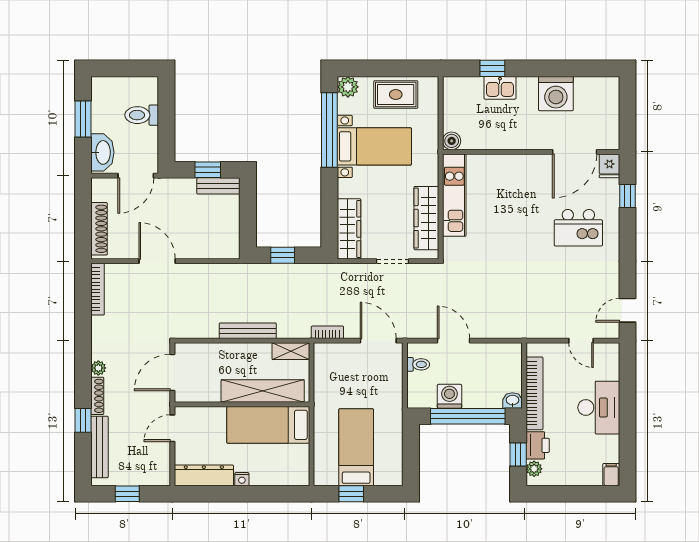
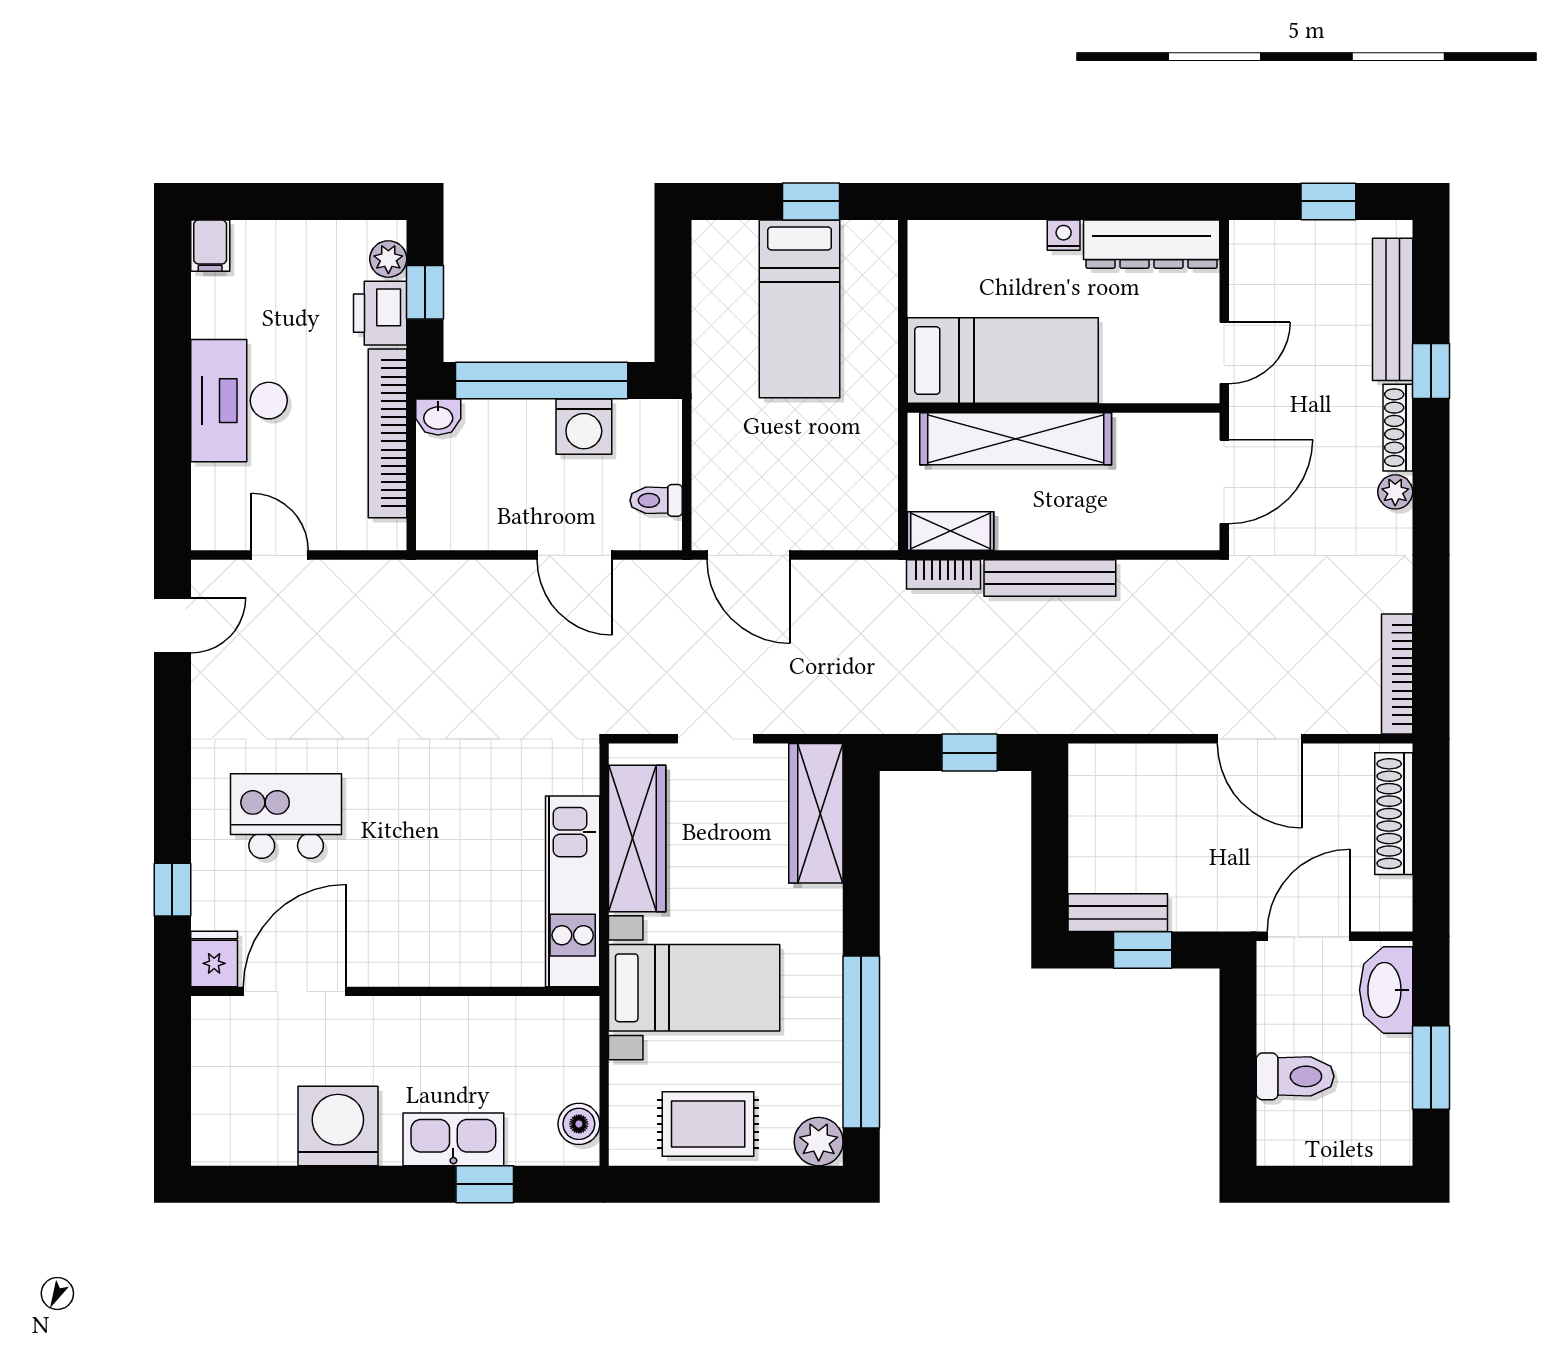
kitchen sink: (500, 88) -> (453, 1139), width x1.38
boiler: (452, 141) -> (579, 1124), moved
bed with nightstands: (374, 146) -> (694, 988), moved, turned 180
bookcase: (327, 332) -> (944, 574), moved

